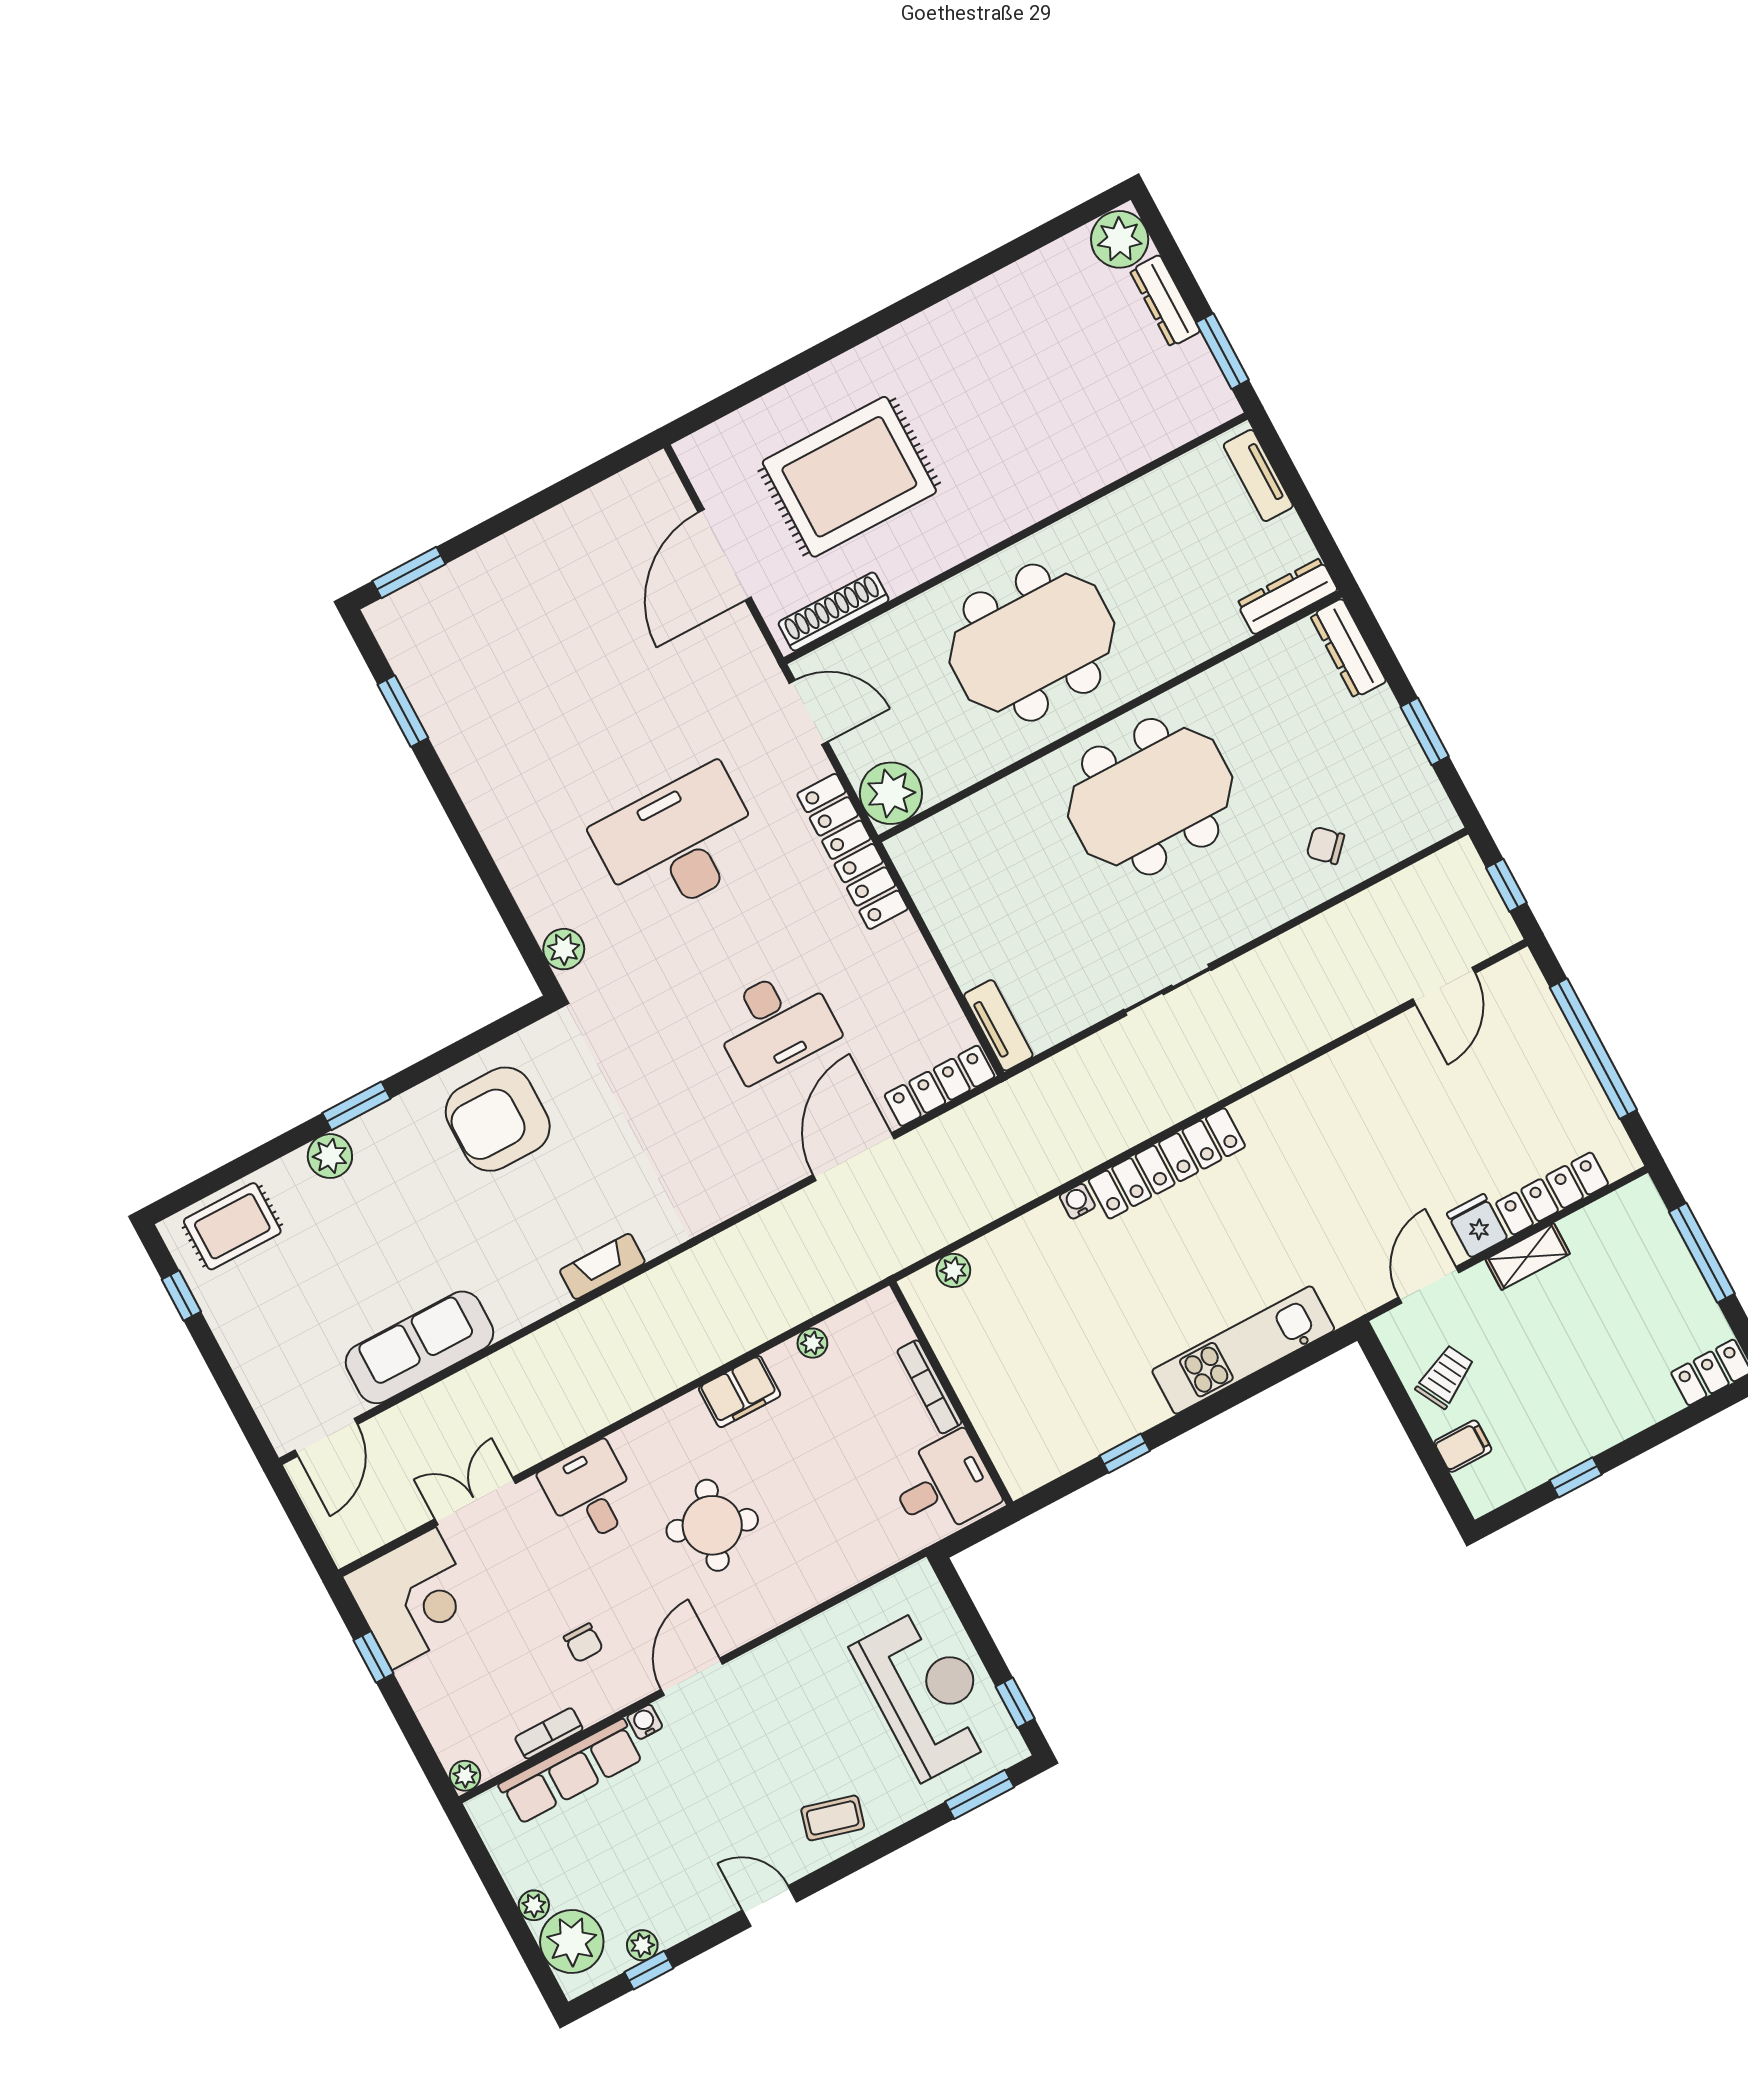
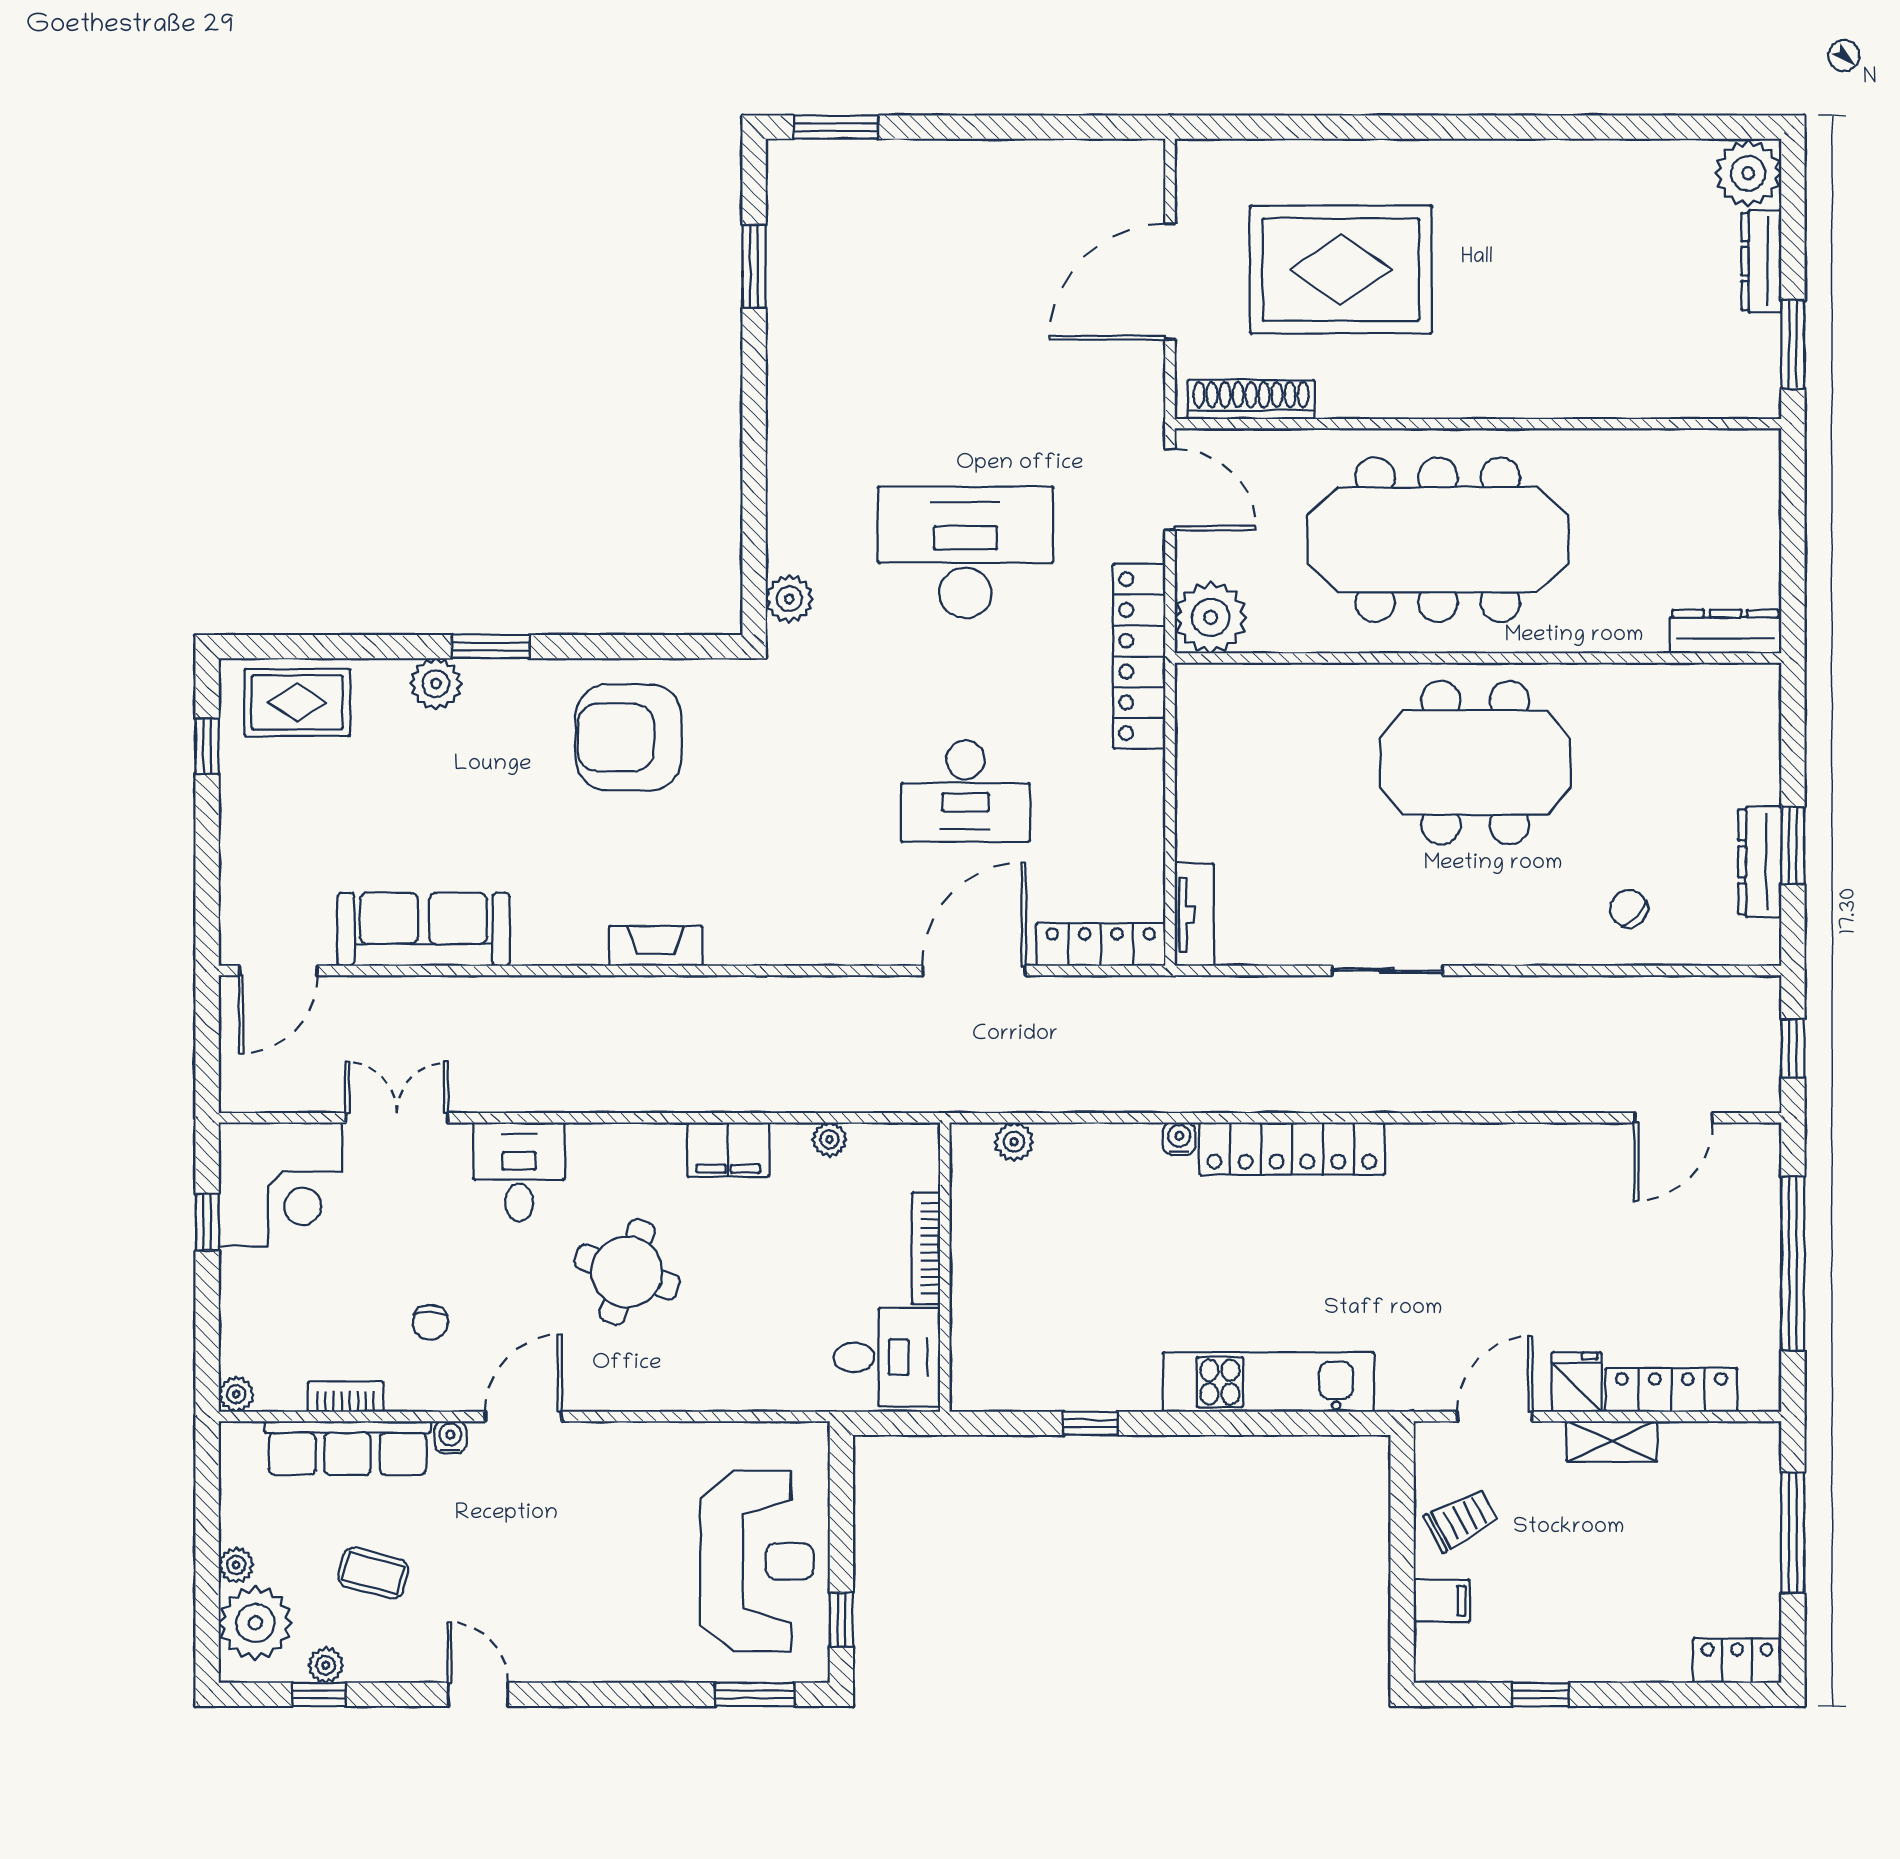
tv unit: (1258, 476) -> (1762, 492), removed
meeting table: (1032, 643) -> (1438, 540), width x1.36
dresser: (1348, 648) -> (1760, 862), moved
coffee table: (833, 1818) -> (373, 1573), moved

